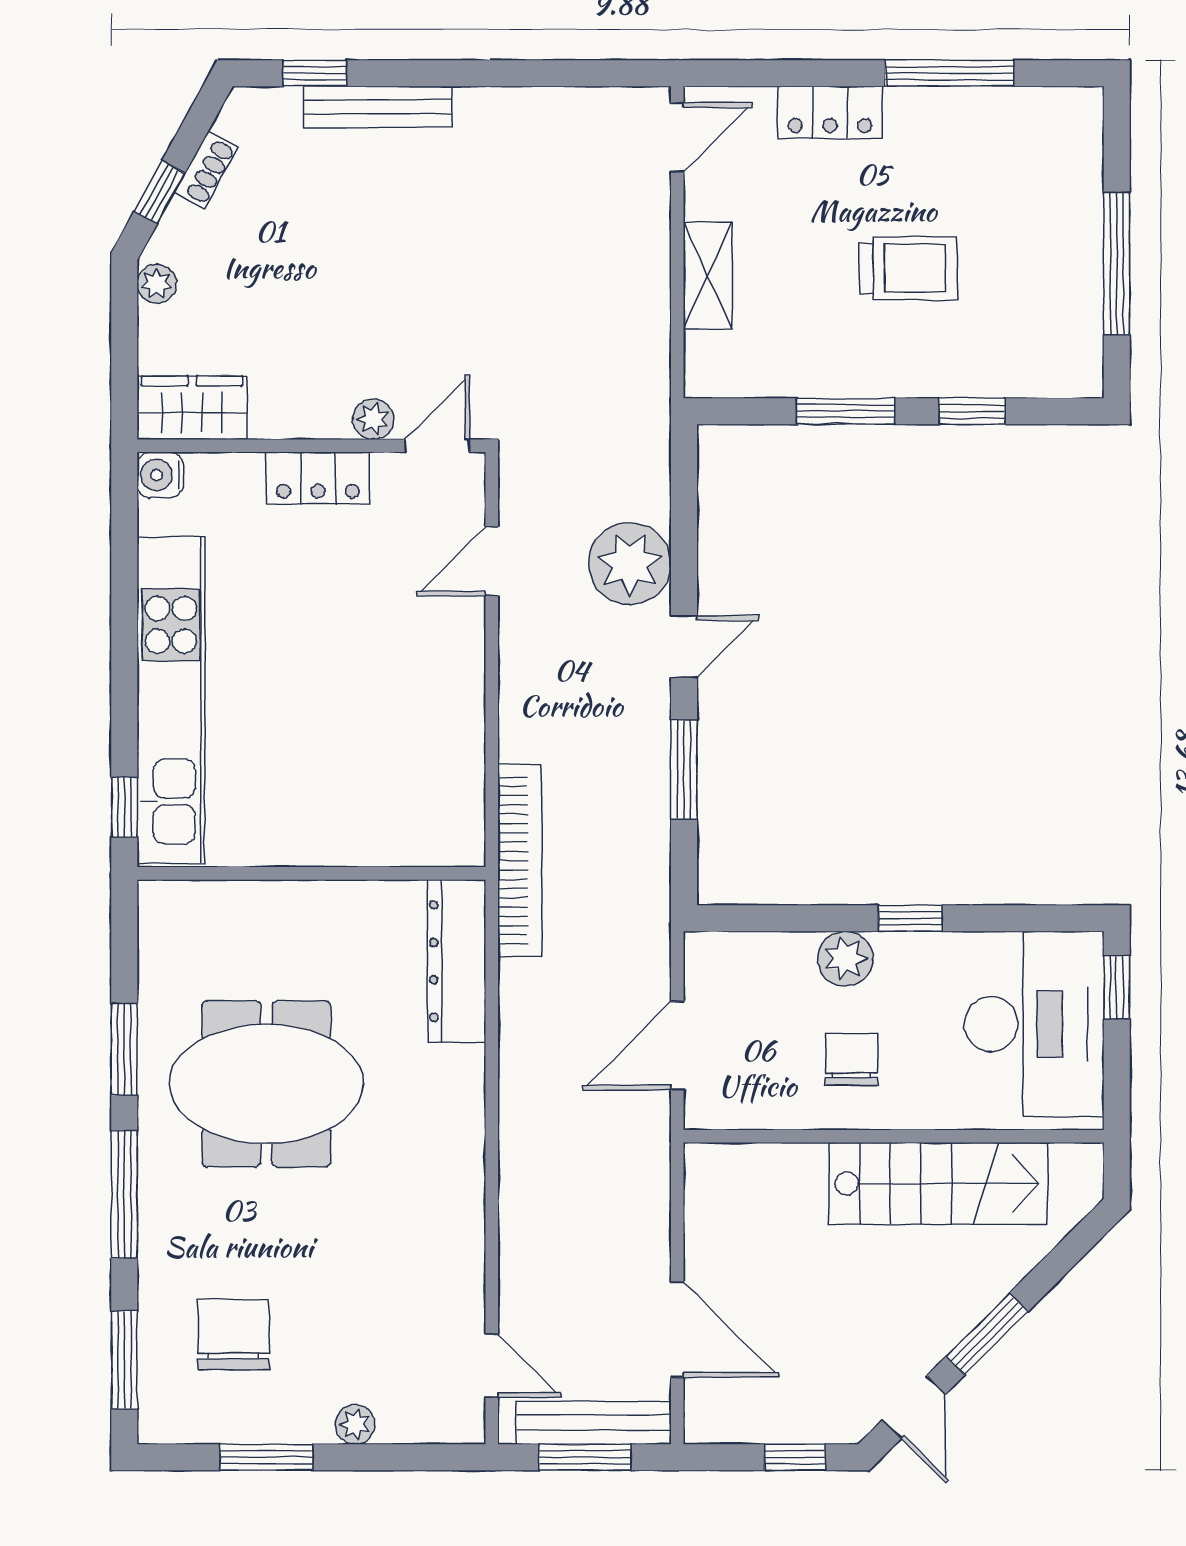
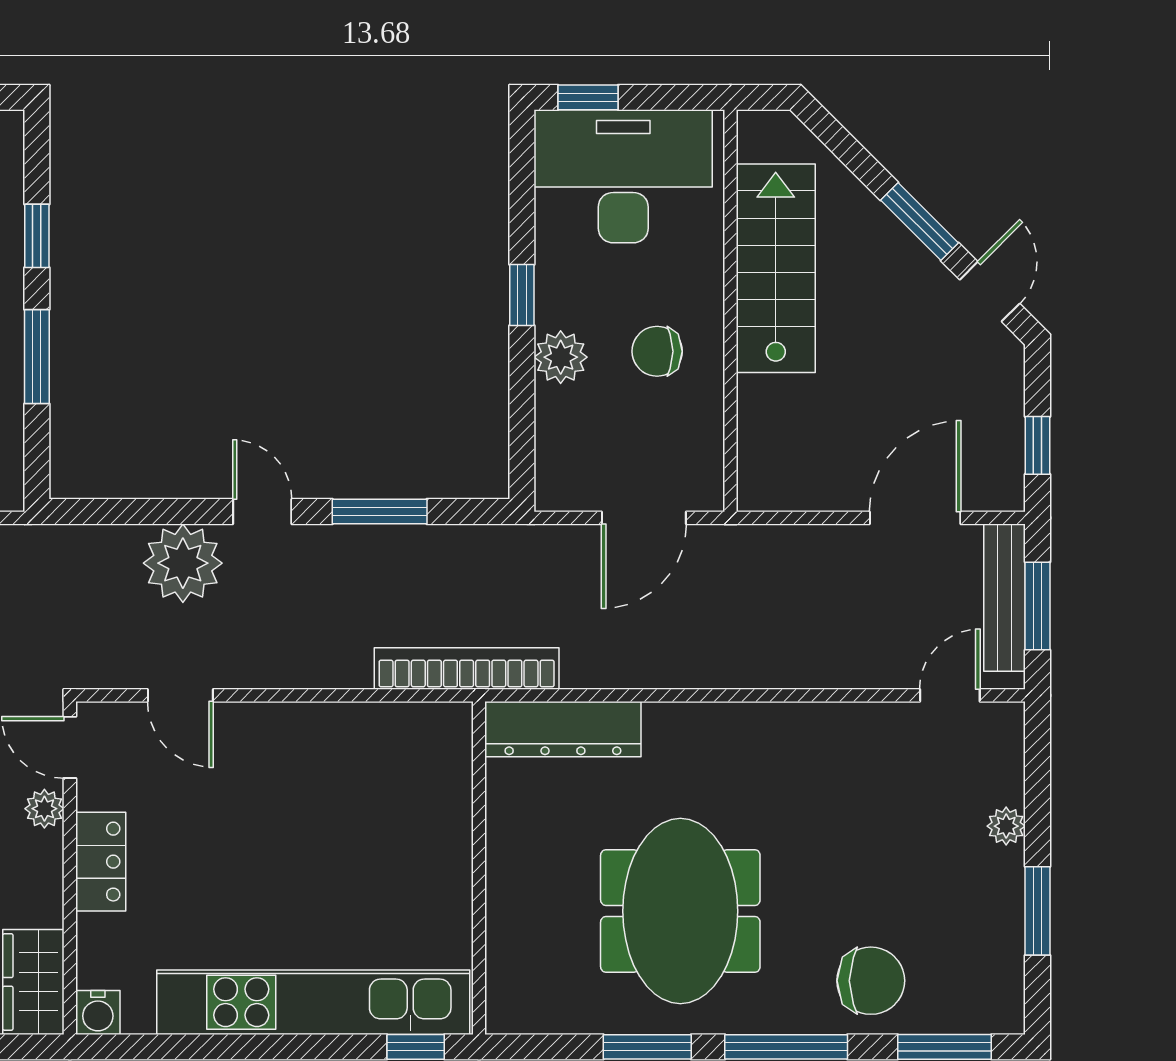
door: (677, 1046) -> (644, 518), hinge flipped
chair: (233, 1335) -> (871, 981), moved, turned 180
door: (914, 1407) -> (990, 292), hinge flipped
window: (795, 1457) -> (1038, 445), moved

